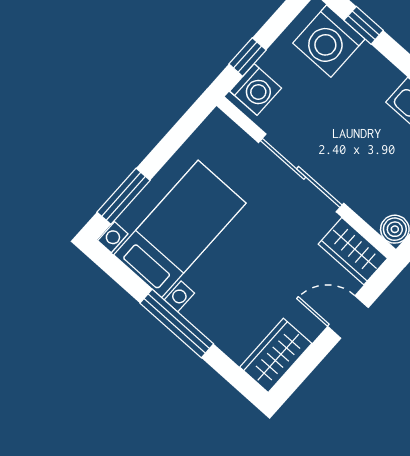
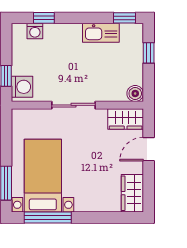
washing machine: (329, 41) -> (35, 31), width x0.53, depth x0.53
sliding door: (301, 173) -> (73, 105), width x0.73
window: (177, 323) -> (48, 217), moved

